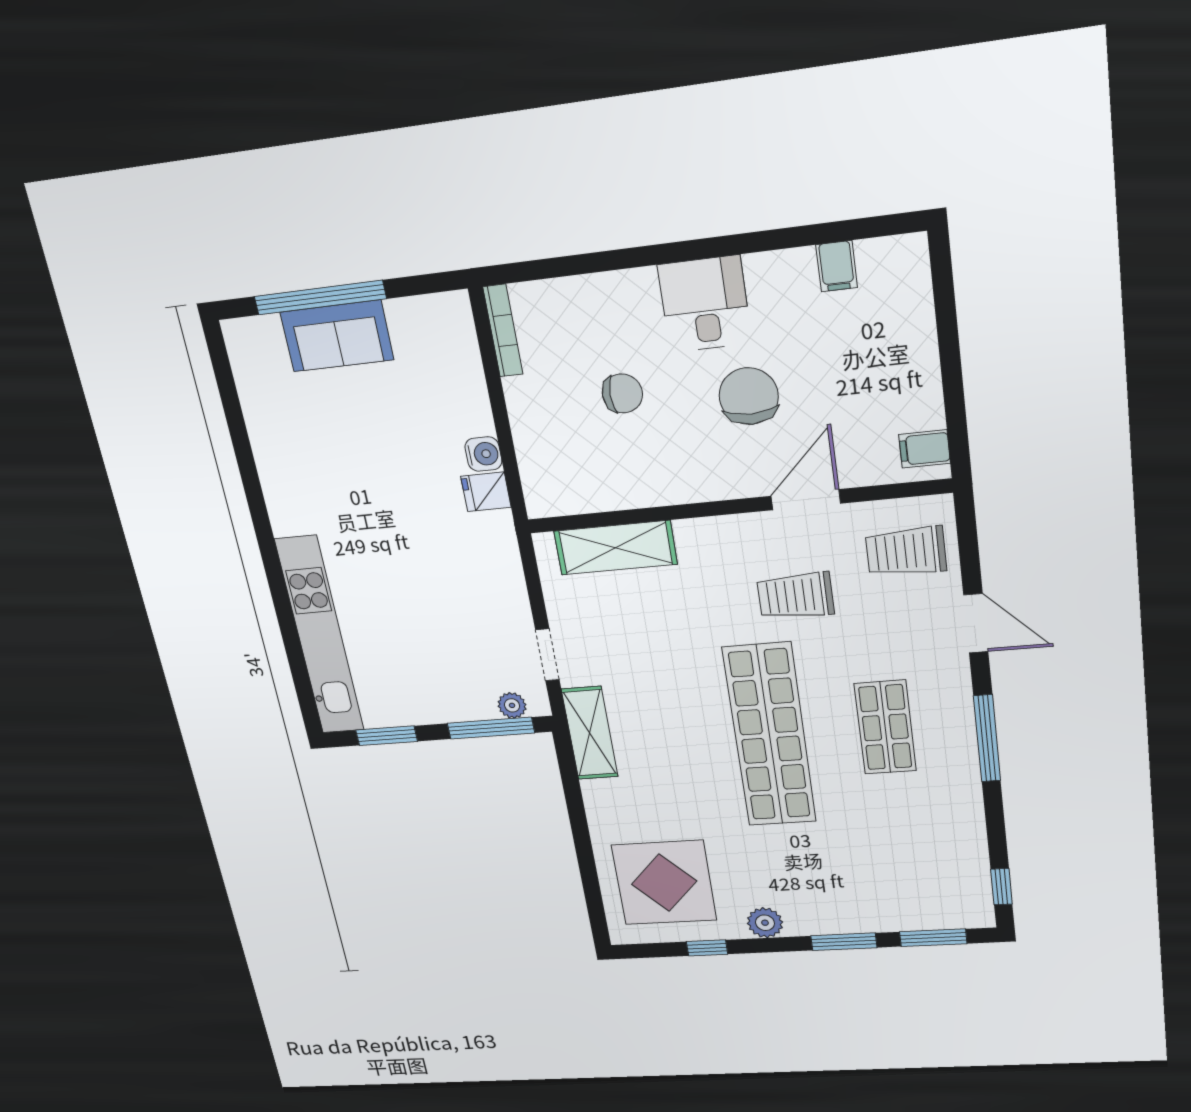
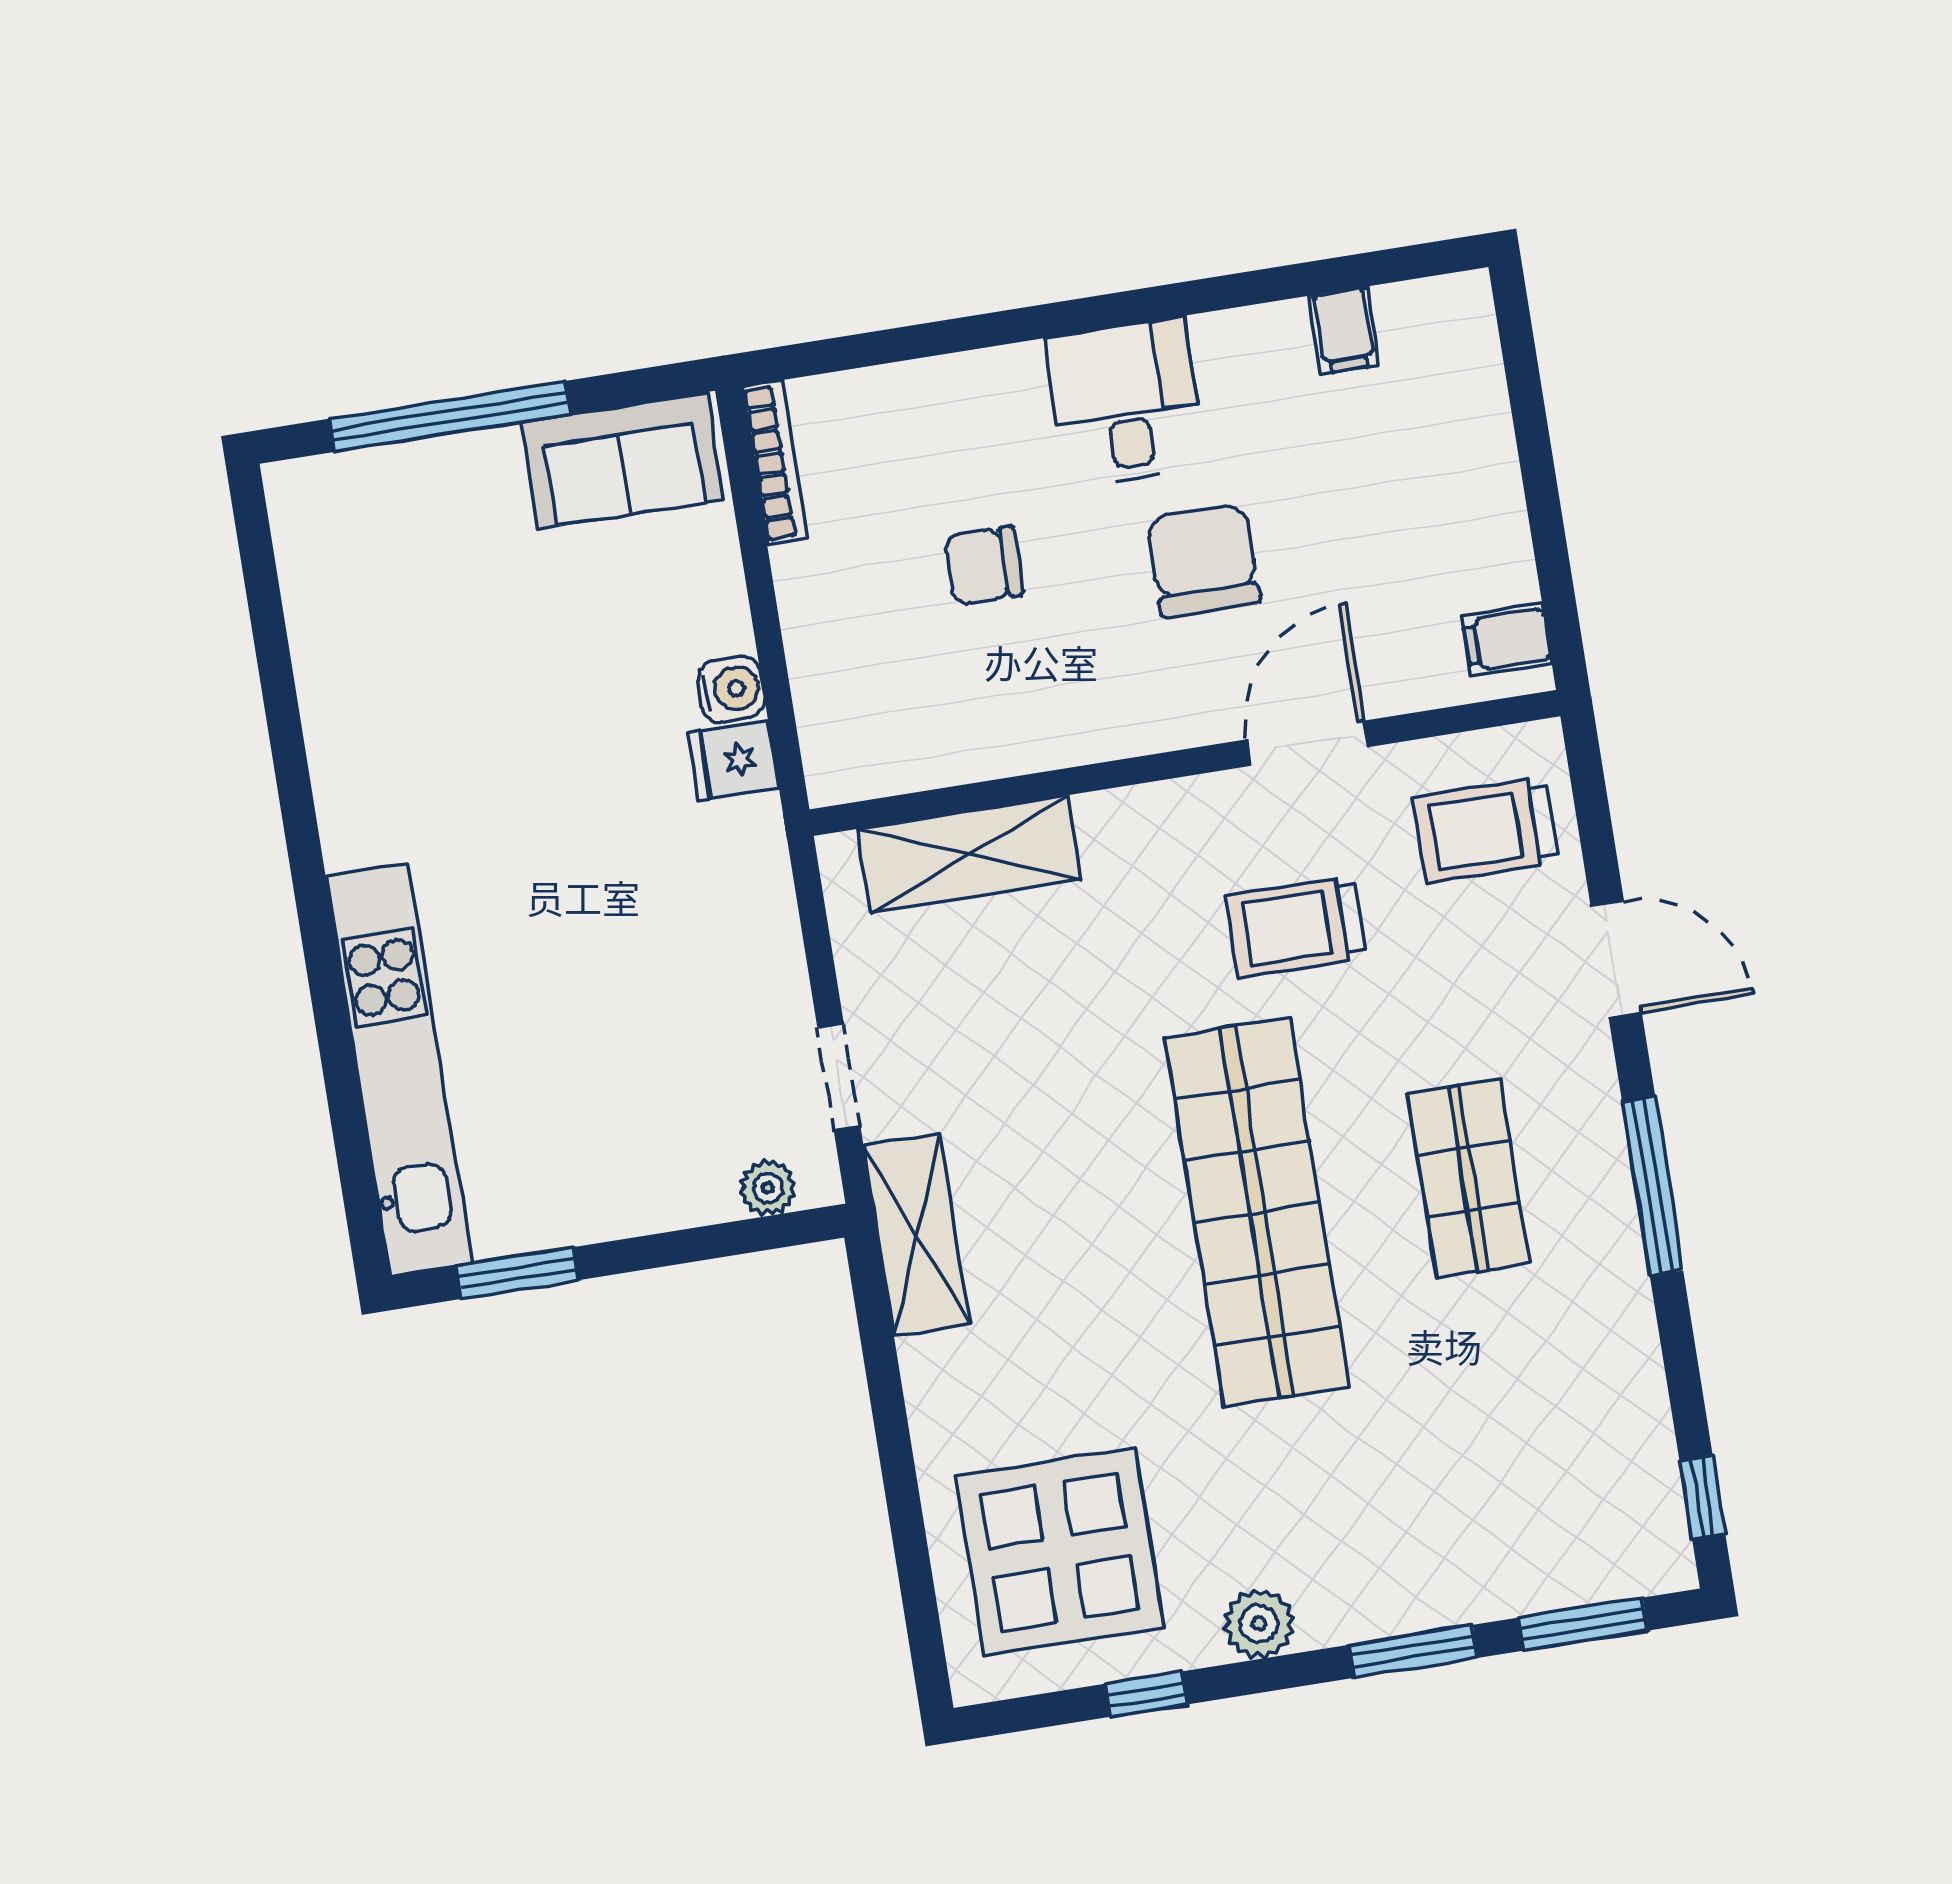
sofa: (337, 336) -> (622, 461), moved
chair: (622, 393) -> (984, 565), turned 180
window: (491, 728) -> (725, 1240), removed

